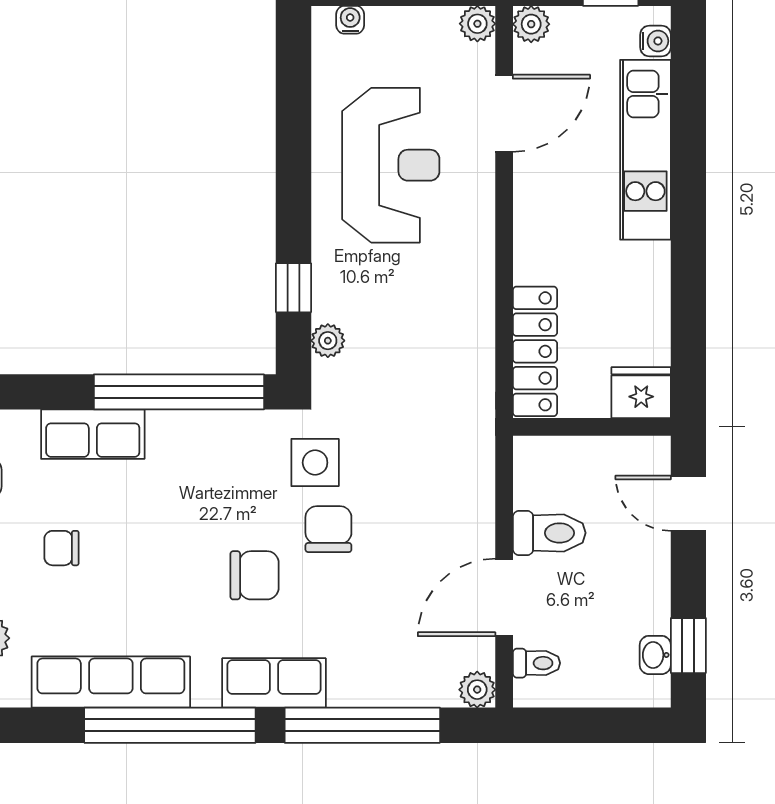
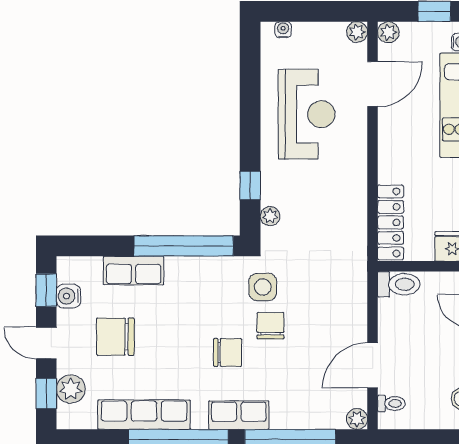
toilet: (549, 533) -> (399, 284), moved
chair: (61, 548) -> (115, 337), width x1.87, depth x1.87

